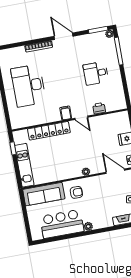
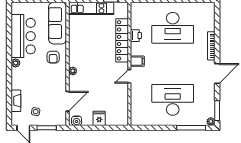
desk: (96, 73) -> (173, 100), width x1.87, depth x1.30
desk: (28, 86) -> (173, 28), turned 180
printer: (99, 108) -> (136, 36), moved

